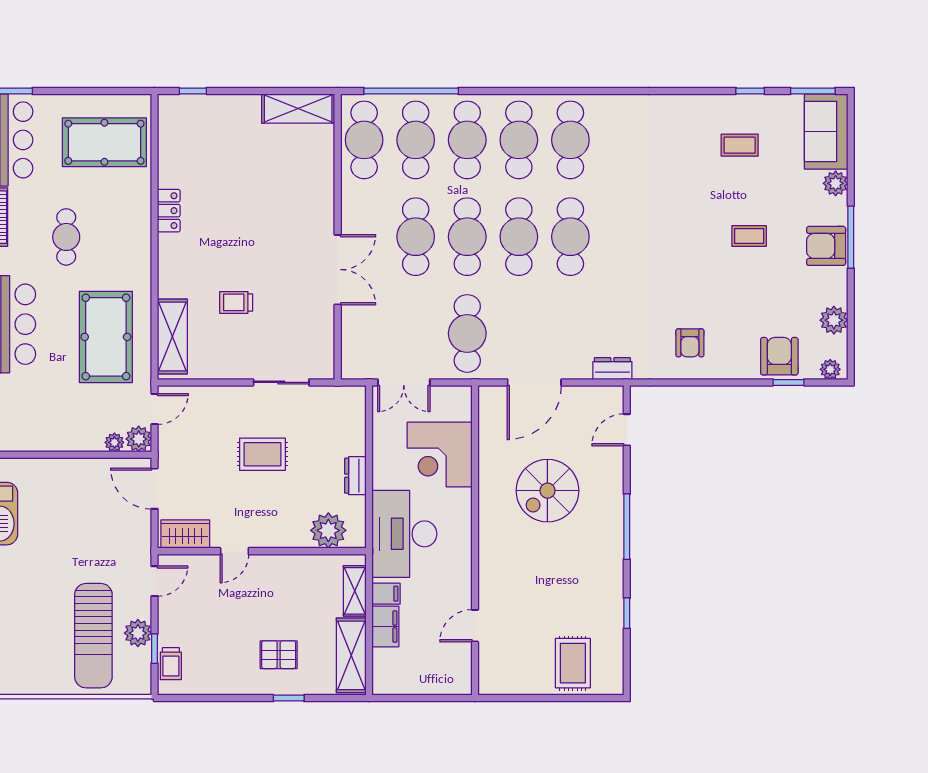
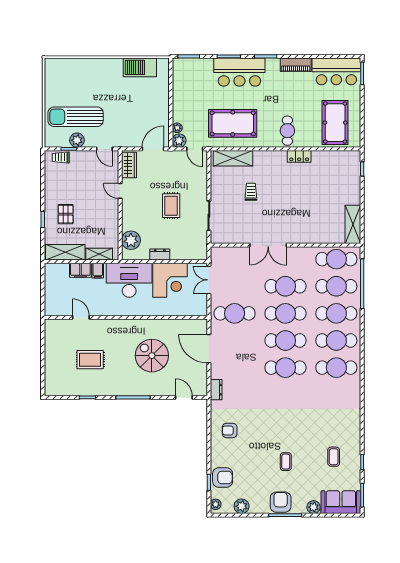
cafe table: (66, 237) -> (287, 131), moved, turned 90
corner desk: (440, 455) -> (170, 280), moved, turned 180
rug: (573, 663) -> (90, 360), moved

